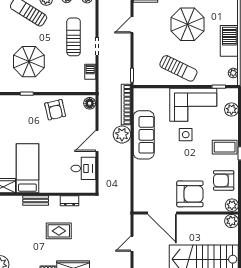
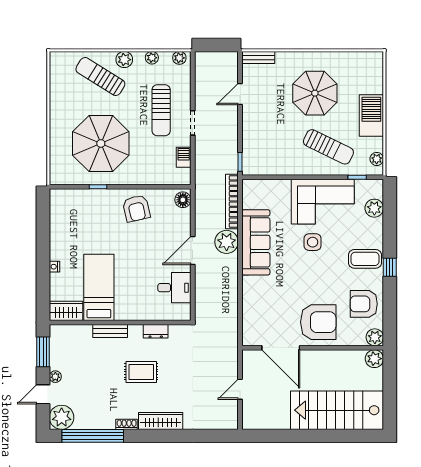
sun lounger: (74, 37) -> (161, 110), turned 180
parasol: (29, 62) -> (101, 143), width x1.36, depth x1.36
sun lounger: (178, 68) -> (328, 147), moved

